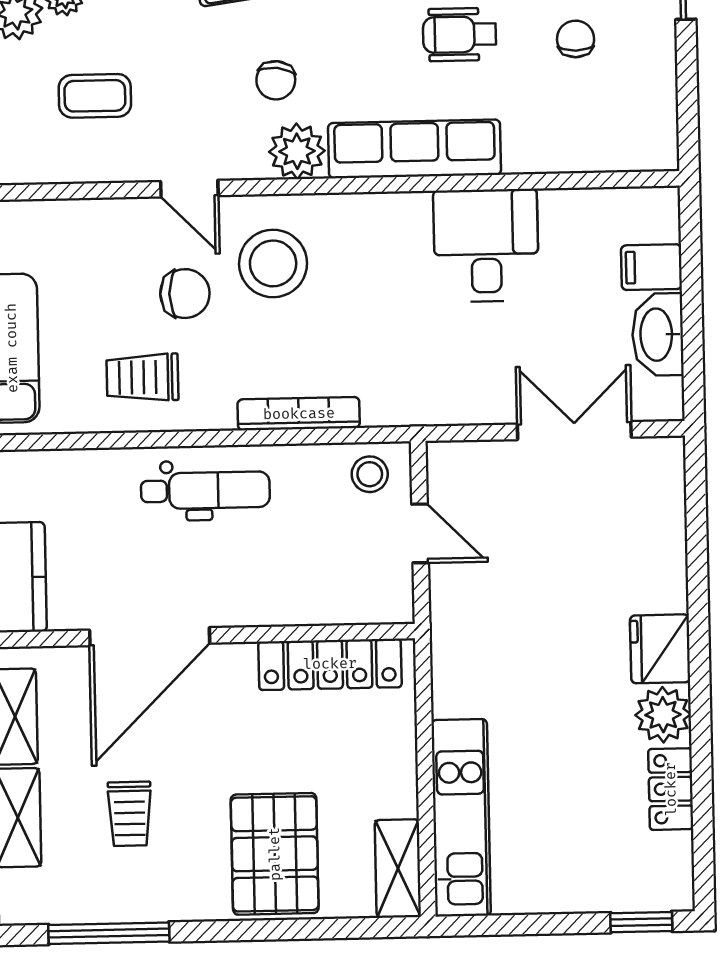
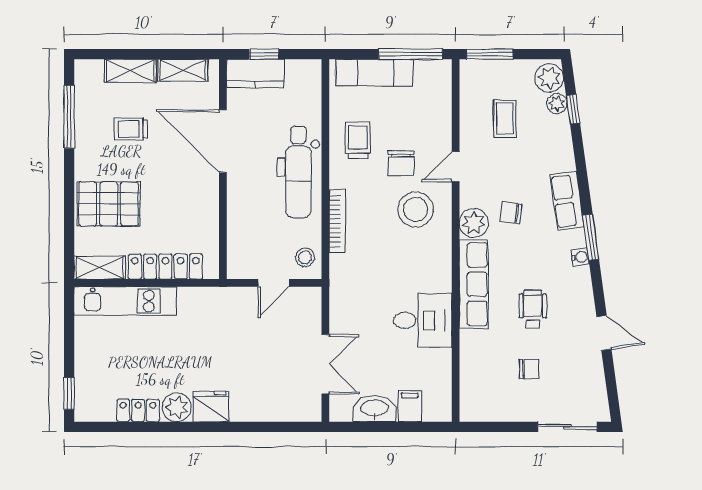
dental chair: (205, 490) -> (298, 172), width x1.36, depth x1.38
locker: (330, 664) -> (165, 267), moved, turned 90

